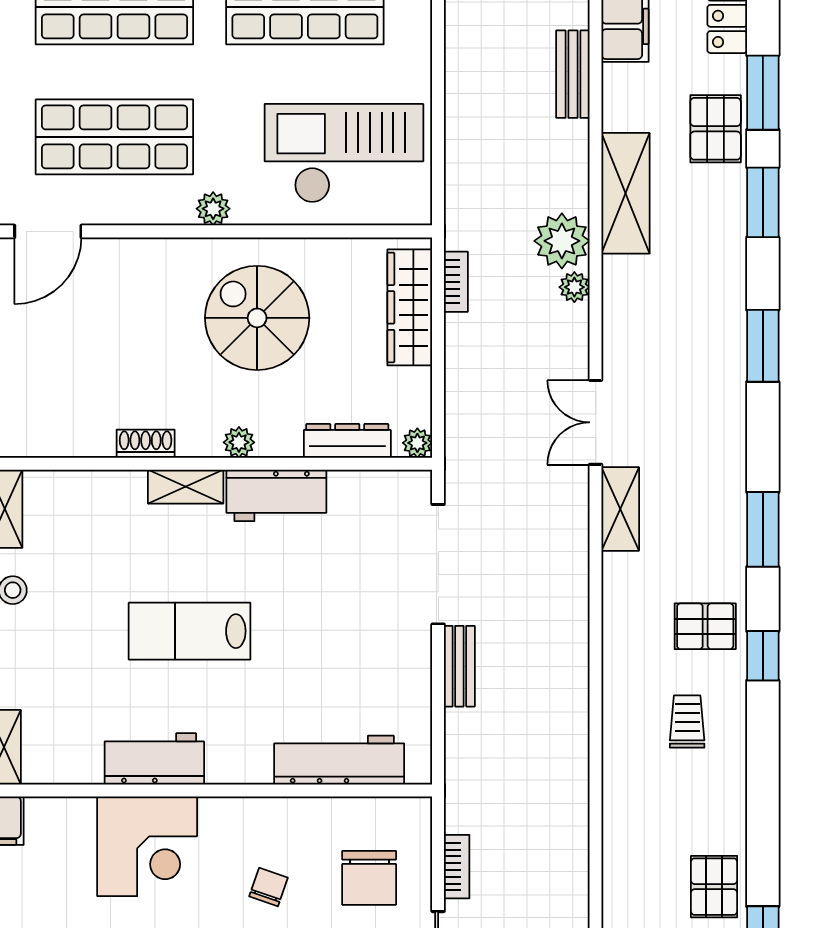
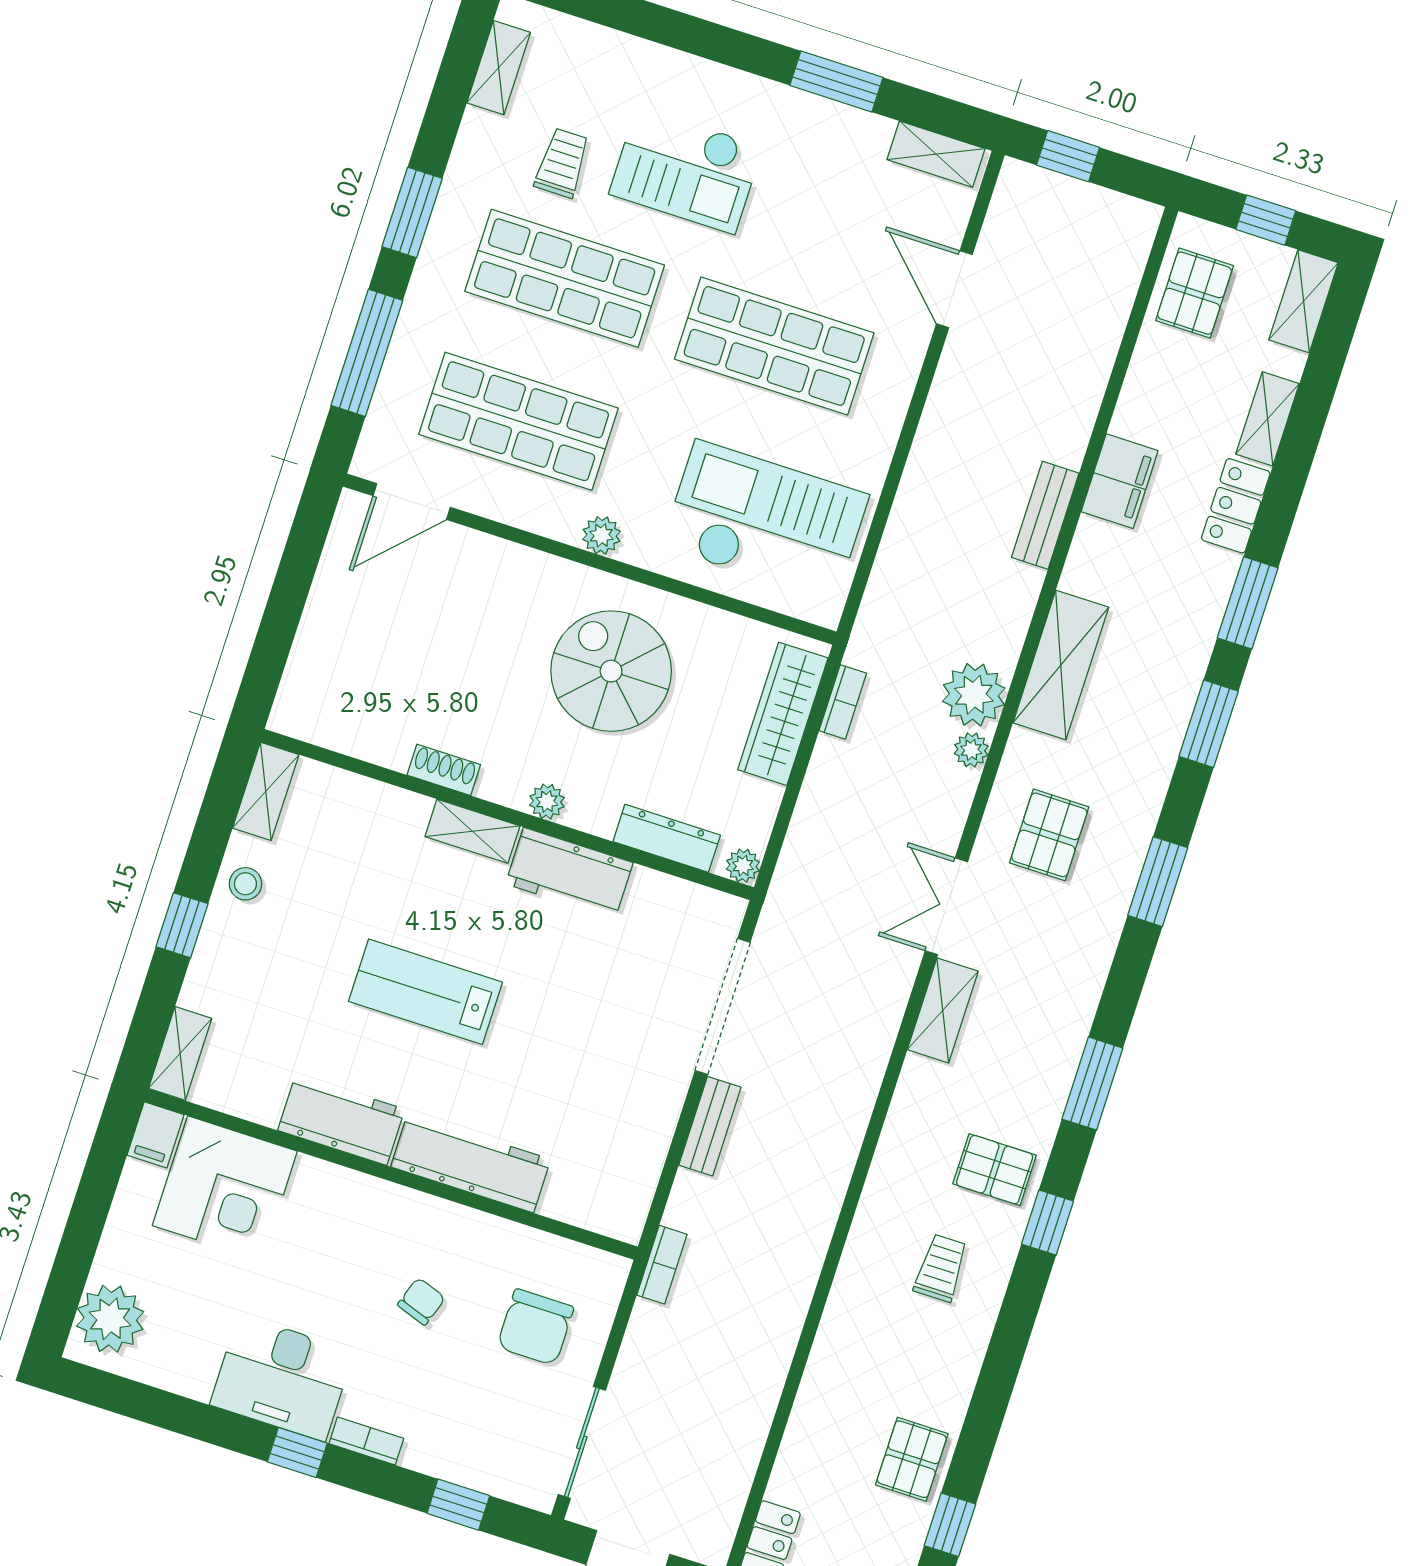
pallet: (716, 129) -> (1049, 835), moved
workbench: (339, 760) -> (471, 1163), moved
corner desk: (147, 846) -> (225, 1188), moved
bookcase: (457, 867) -> (662, 1265), moved

